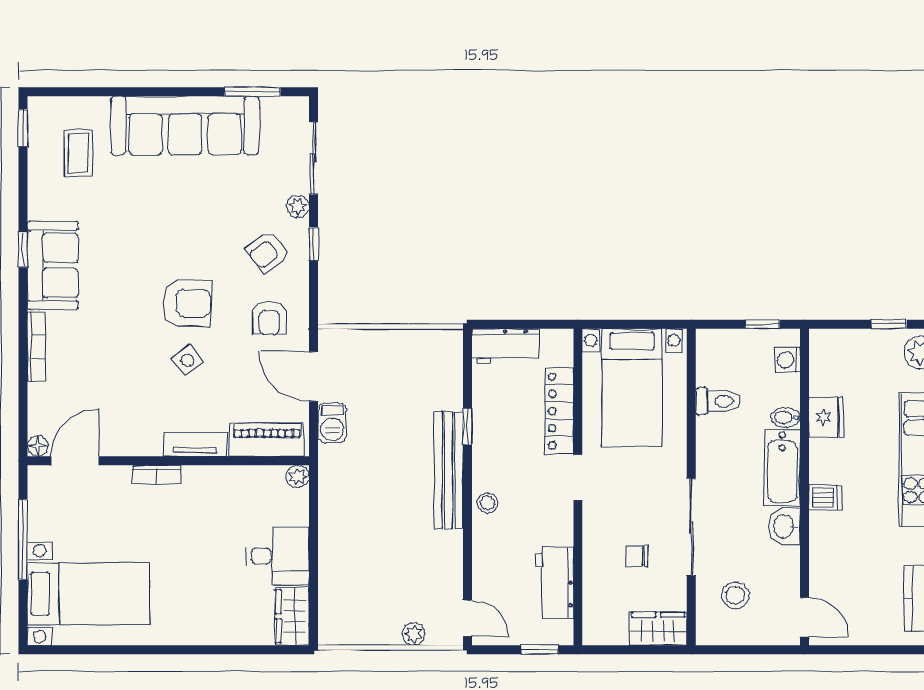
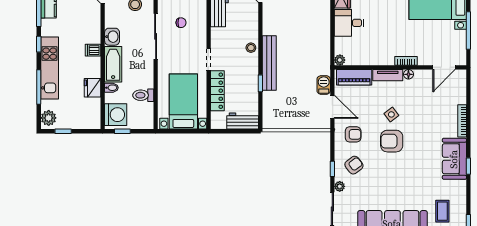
armchair: (269, 318) -> (353, 134), turned 90
washing machine: (788, 360) -> (116, 115), width x1.89, depth x1.89
floor lamp: (38, 446) -> (408, 74), moved

